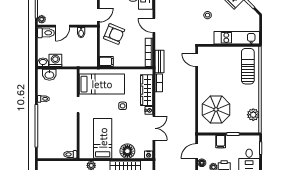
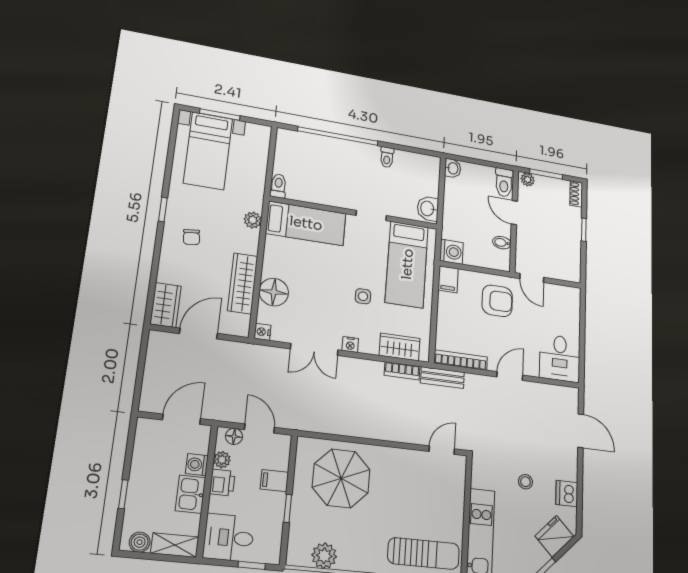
armchair: (114, 34) -> (497, 301), turned -112
washing machine: (55, 60) -> (452, 252), moved
washbasin: (49, 75) -> (428, 209), moved
wardrobe: (147, 90) -> (400, 347), width x0.67
bed: (103, 138) -> (306, 223), moved

